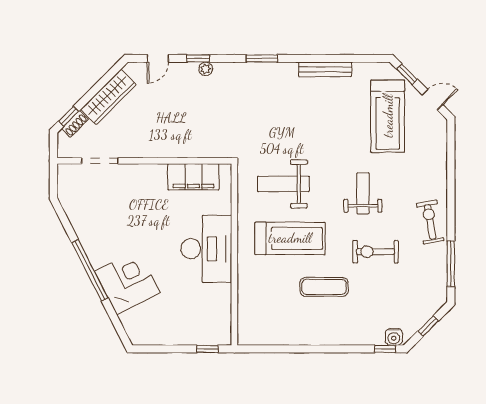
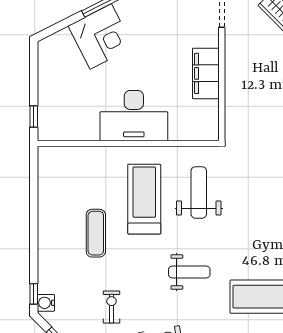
filing cabinet: (193, 177) -> (206, 73), moved
treadmill: (290, 238) -> (144, 199), turned 180
exercise bike: (375, 252) -> (112, 307), moved, width x0.73, depth x0.72

